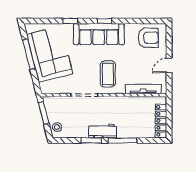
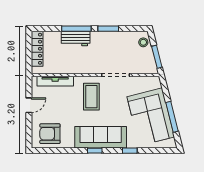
workbench: (103, 131) -> (76, 38), moved

